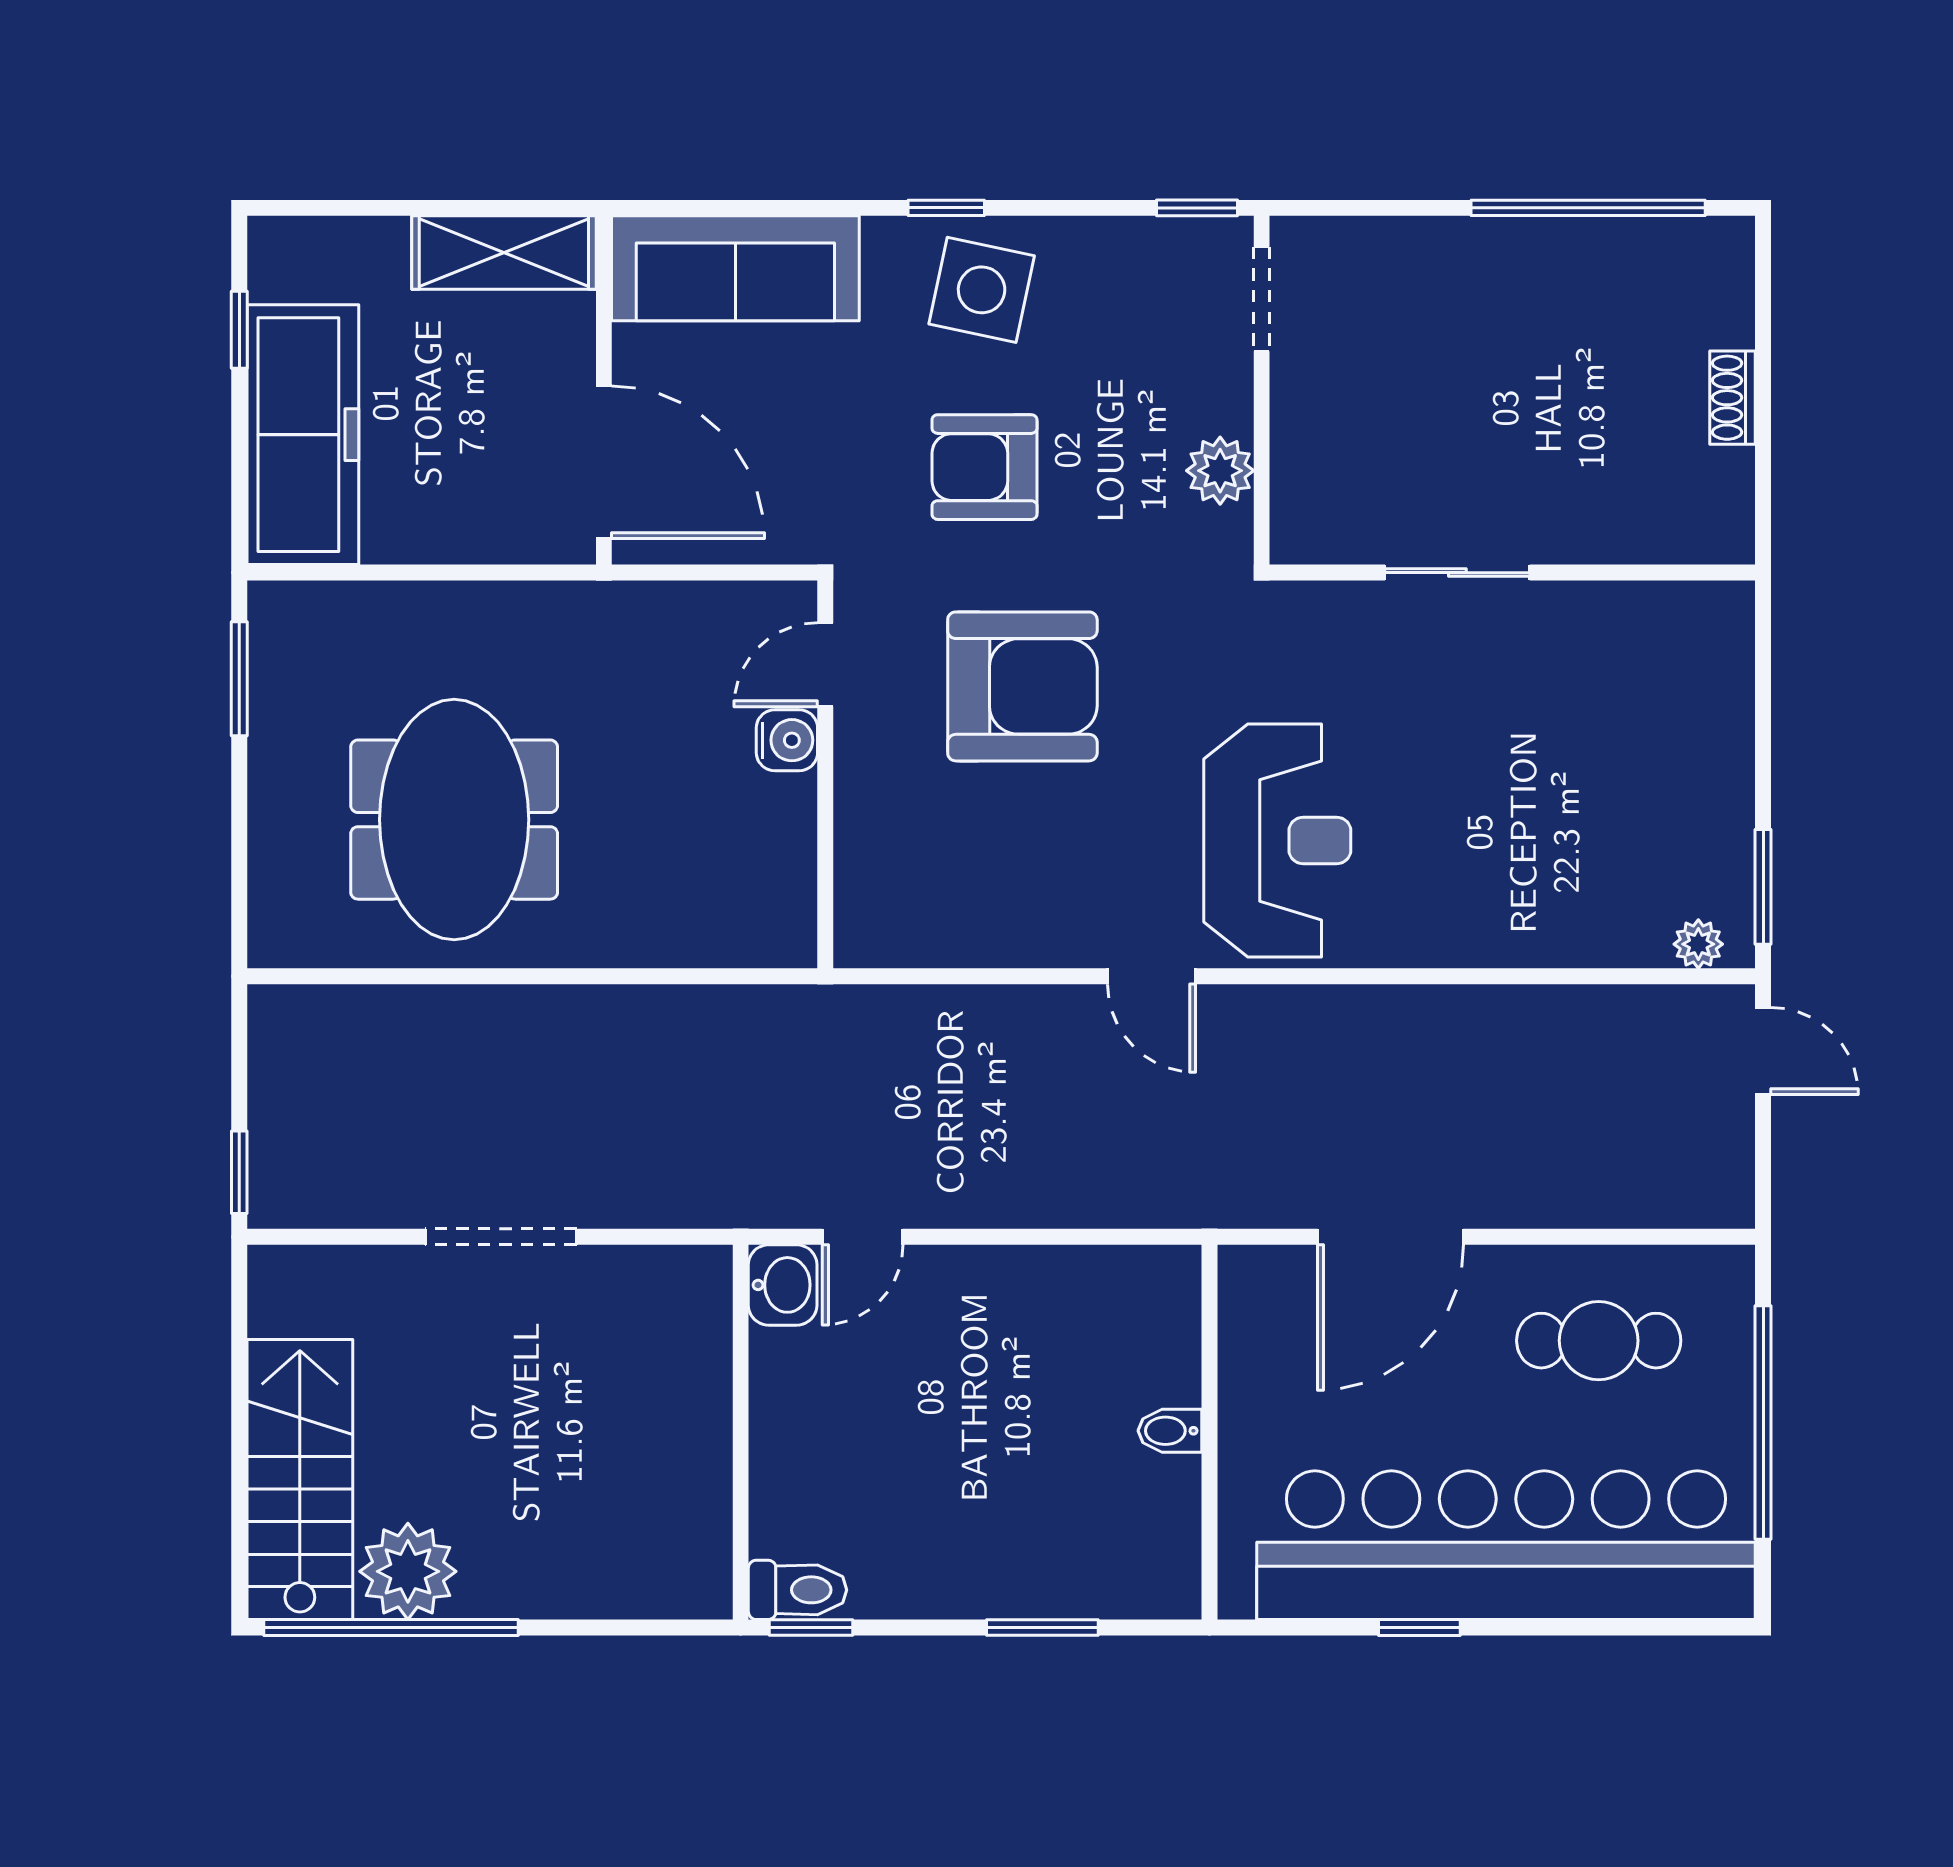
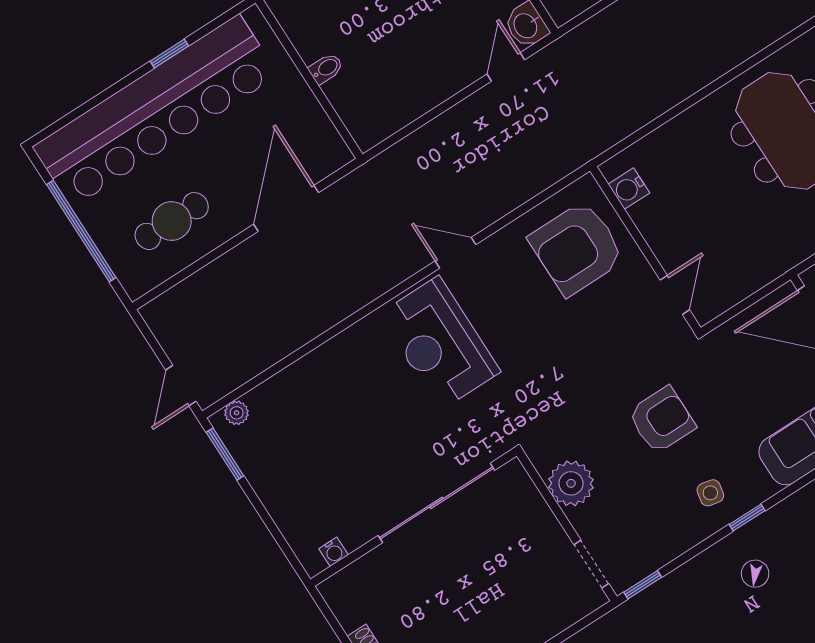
side table: (982, 290) -> (710, 493), width x0.54, depth x0.54
plant: (1220, 471) -> (571, 483), width x1.36, depth x1.36
sliding door: (1457, 573) -> (436, 503), width x1.86
water cooler: (1686, 602) -> (333, 552), added
armchair: (1022, 686) -> (577, 248), moved
water cooler: (787, 740) -> (629, 189), moved
door: (1763, 1051) -> (181, 386), hinge flipped

